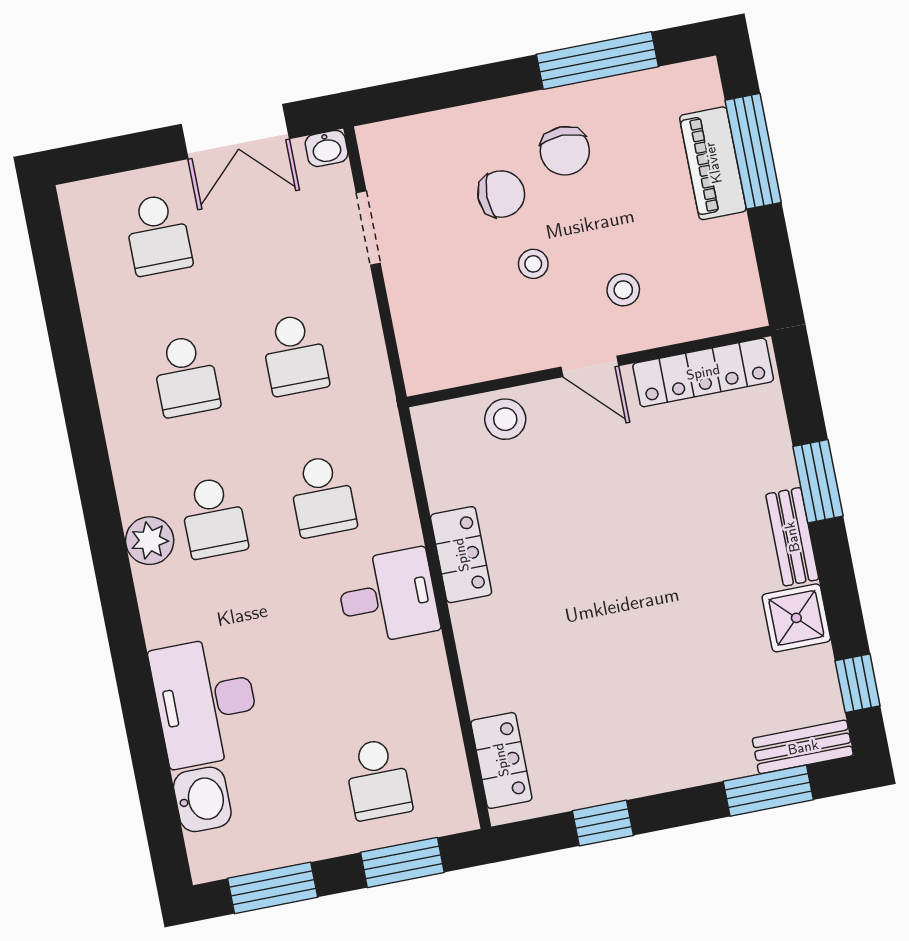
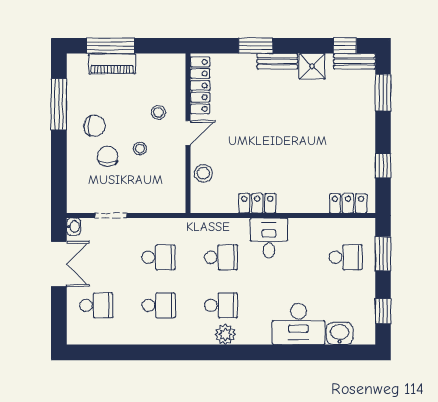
bench: (803, 747) -> (354, 61), moved, turned 90
window: (273, 888) -> (383, 311), width x0.67

